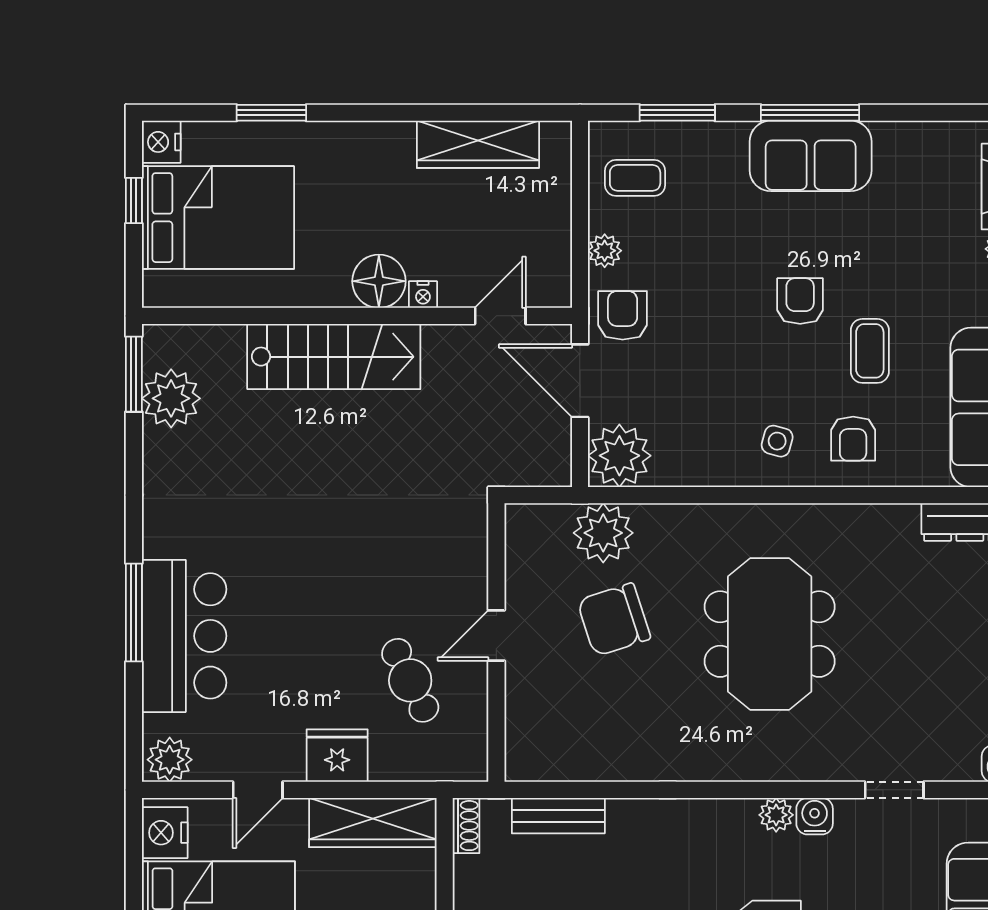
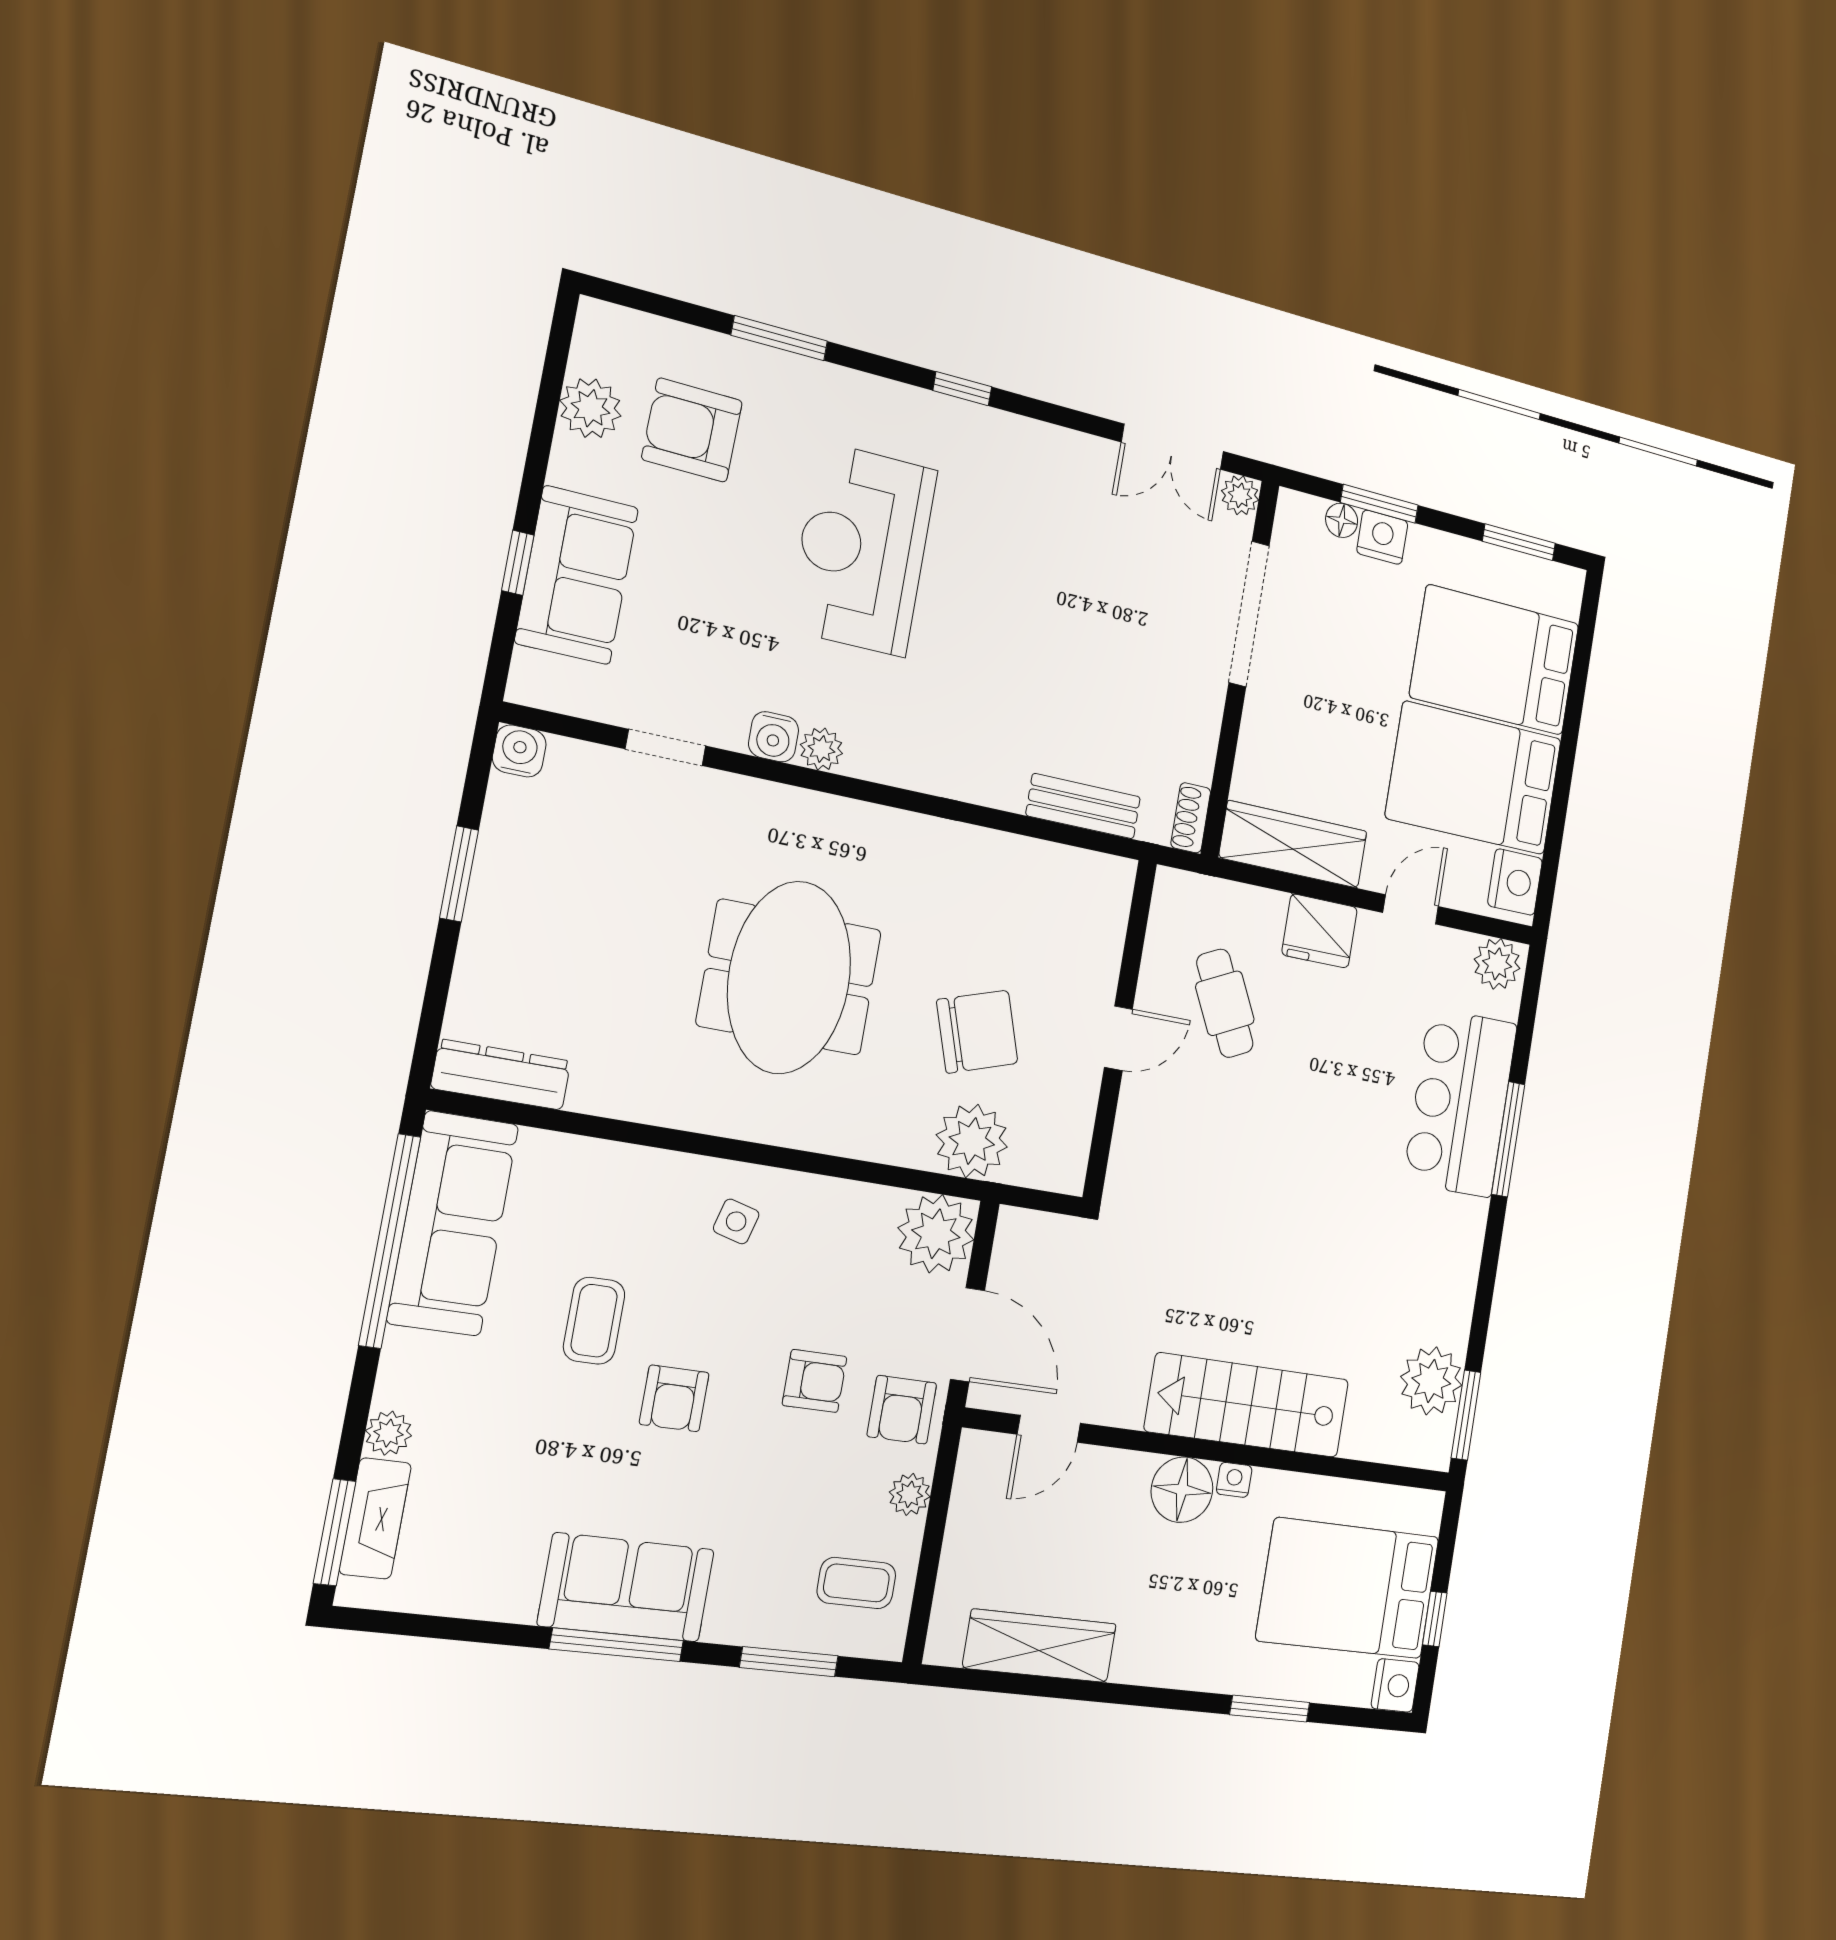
nightstand: (423, 295) -> (1234, 1480), moved
armchair: (853, 439) -> (815, 1381), moved, turned 90

